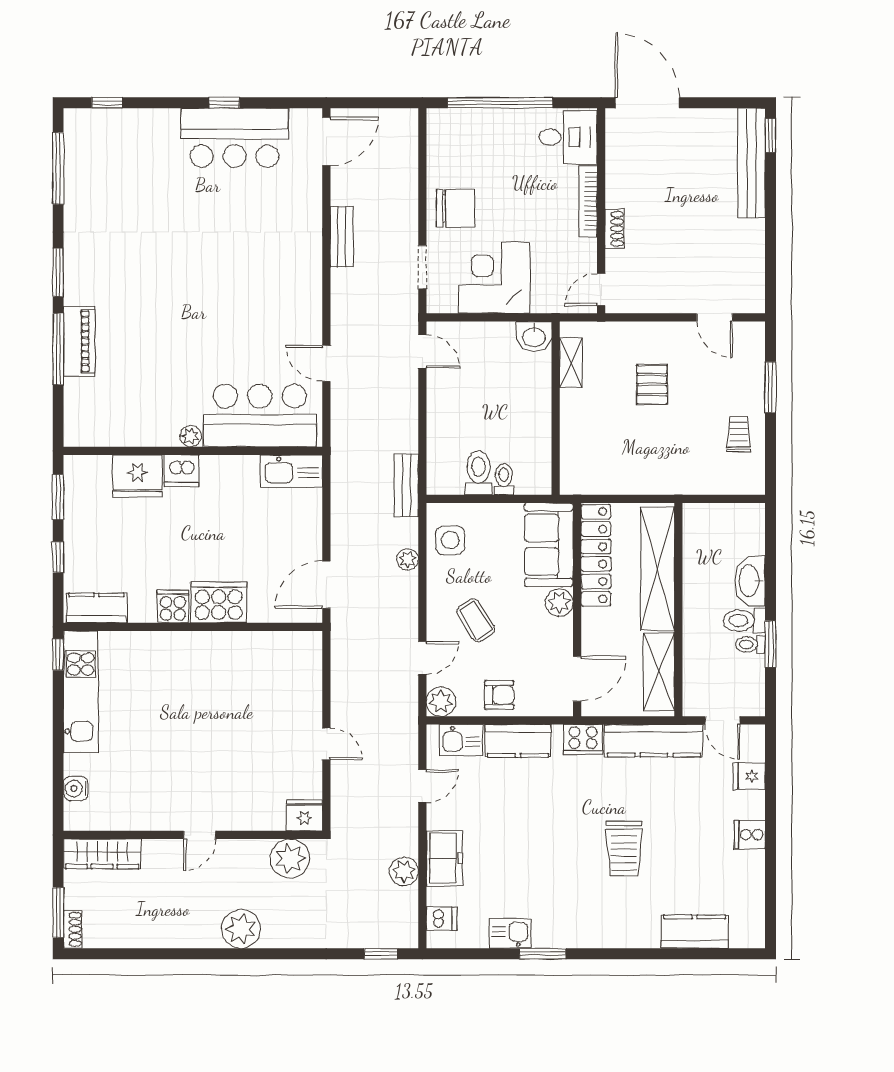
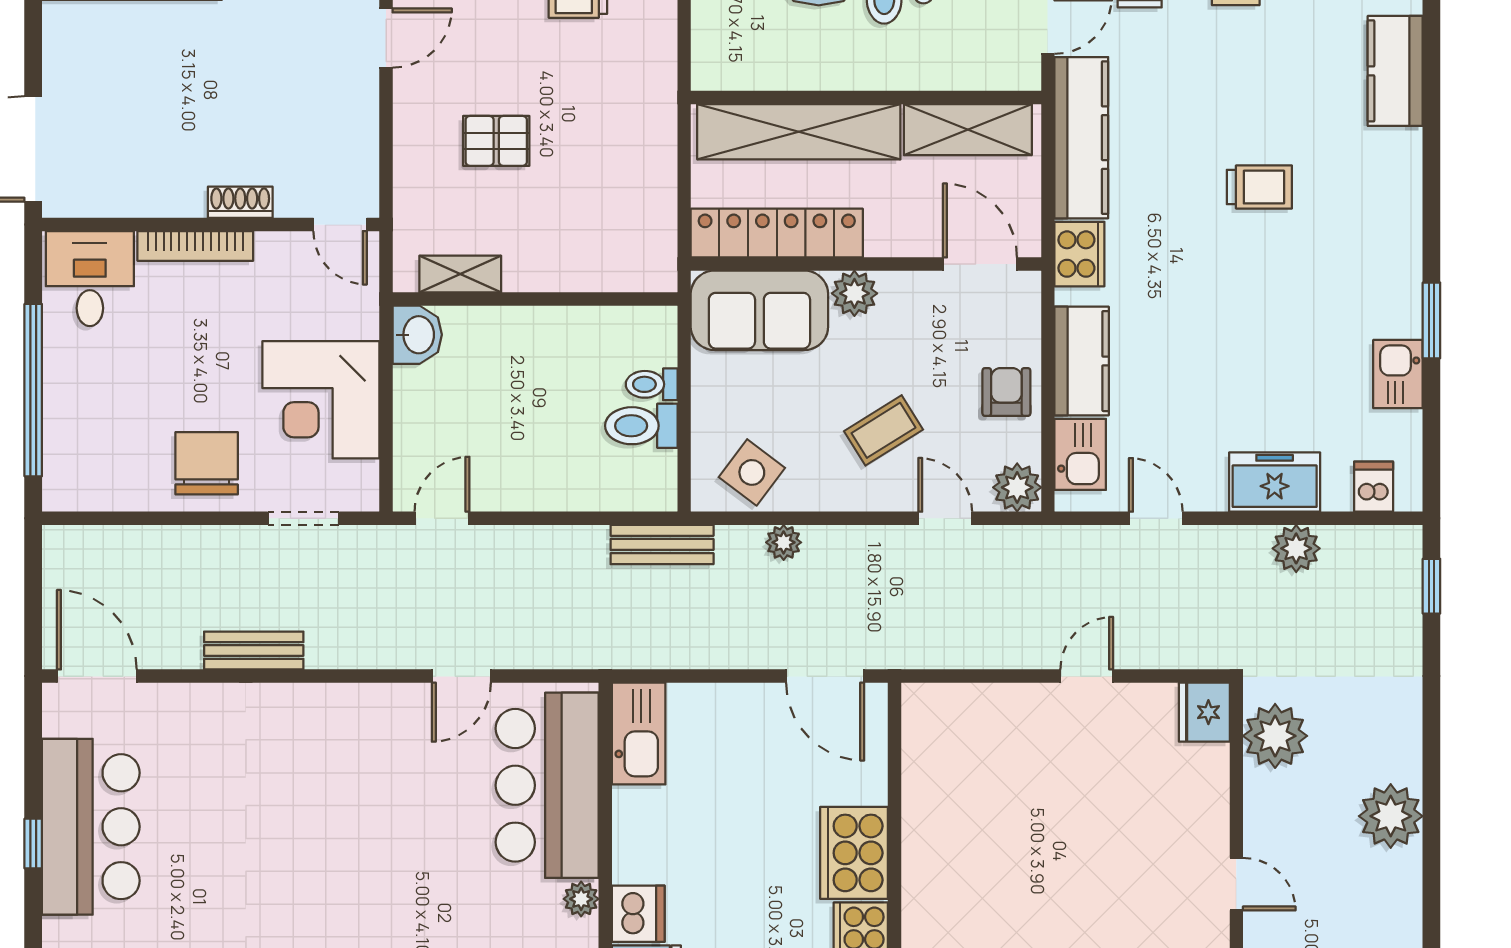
side table: (450, 540) -> (752, 472), turned 37
trolley: (624, 849) -> (1259, 187), width x0.73, depth x0.72

